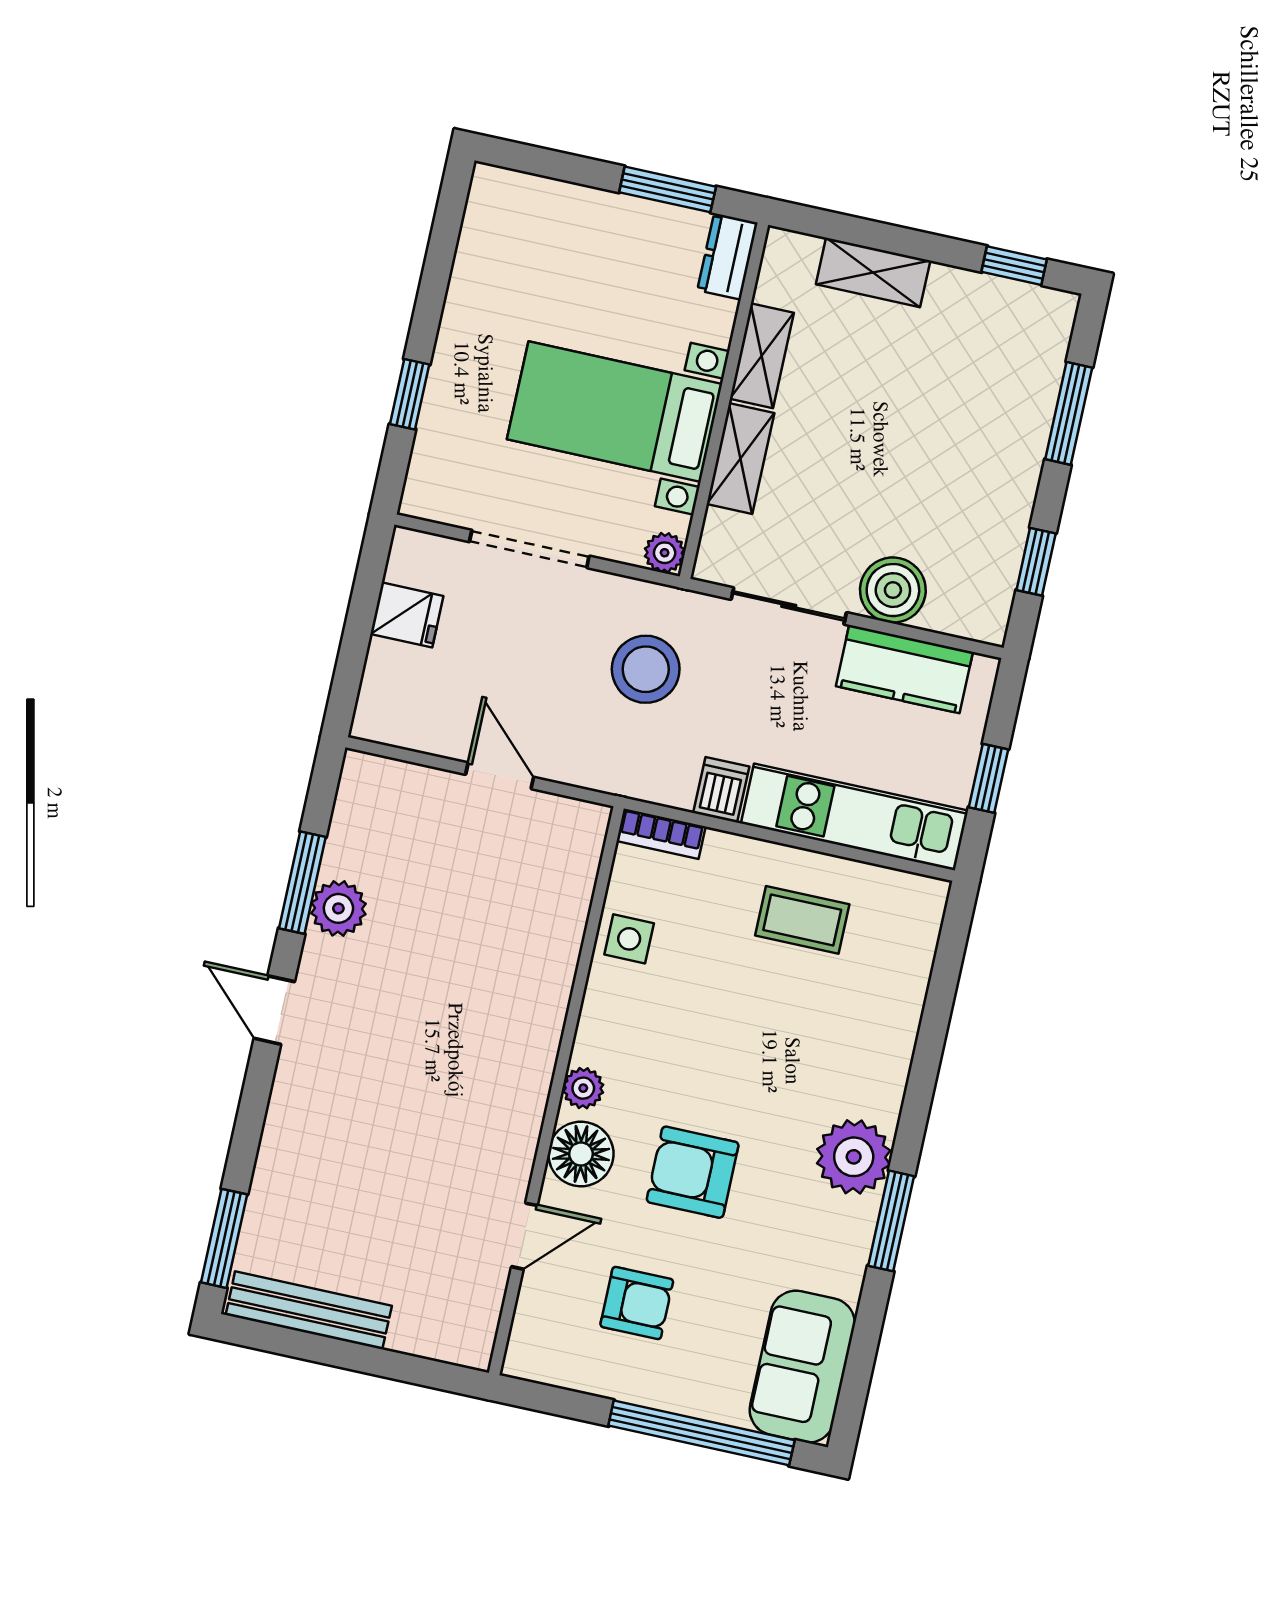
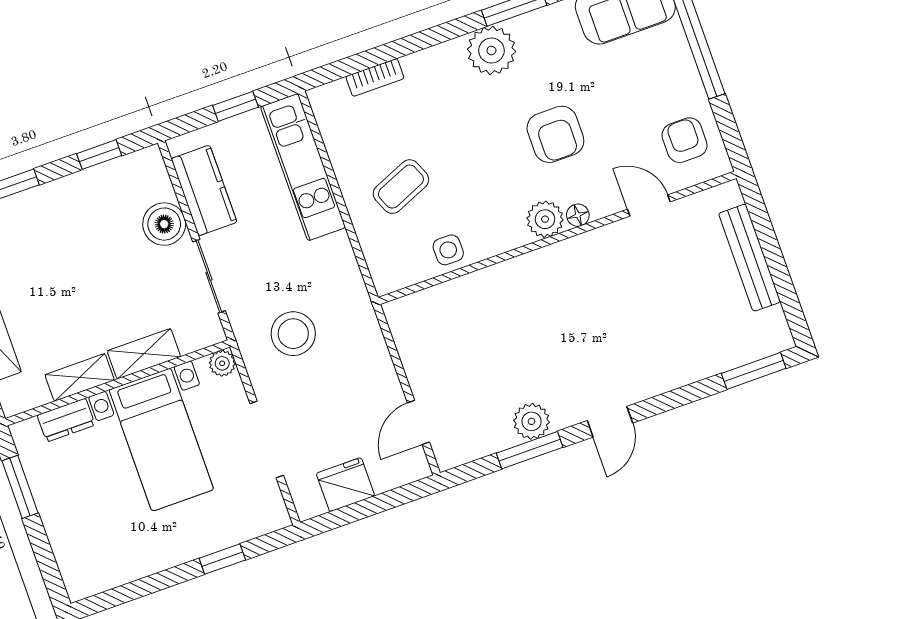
dresser: (728, 256) -> (66, 420), moved
fridge: (407, 615) -> (345, 485), width x1.38
door: (500, 776) -> (418, 423), moved
dishwasher: (721, 790) -> (334, 250), removed
bookcase: (661, 834) -> (375, 77), moved, turned 90
coffee table: (802, 920) -> (401, 187), moved, turned 67
plant: (583, 1088) -> (545, 219), width x1.38, depth x1.38
floor lamp: (581, 1154) -> (578, 215), width x0.53, depth x0.53
armchair: (637, 1303) -> (685, 140), moved
bench: (309, 1310) -> (750, 258), moved

